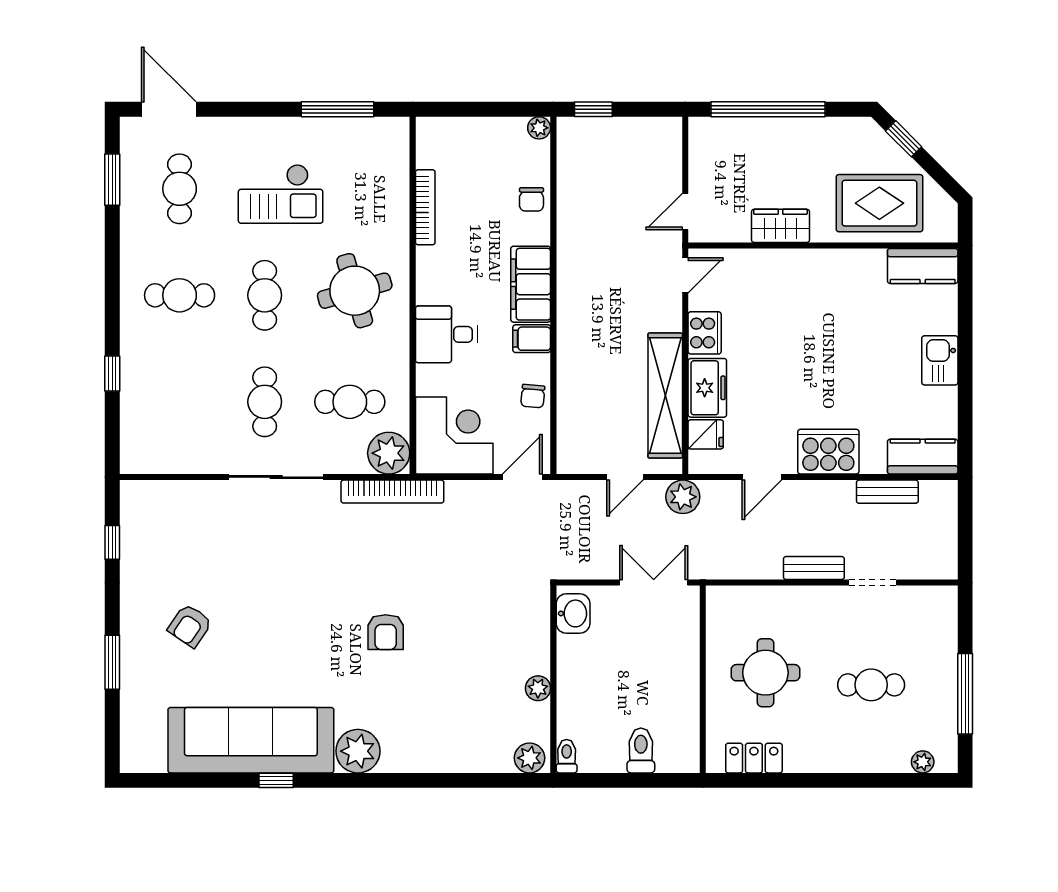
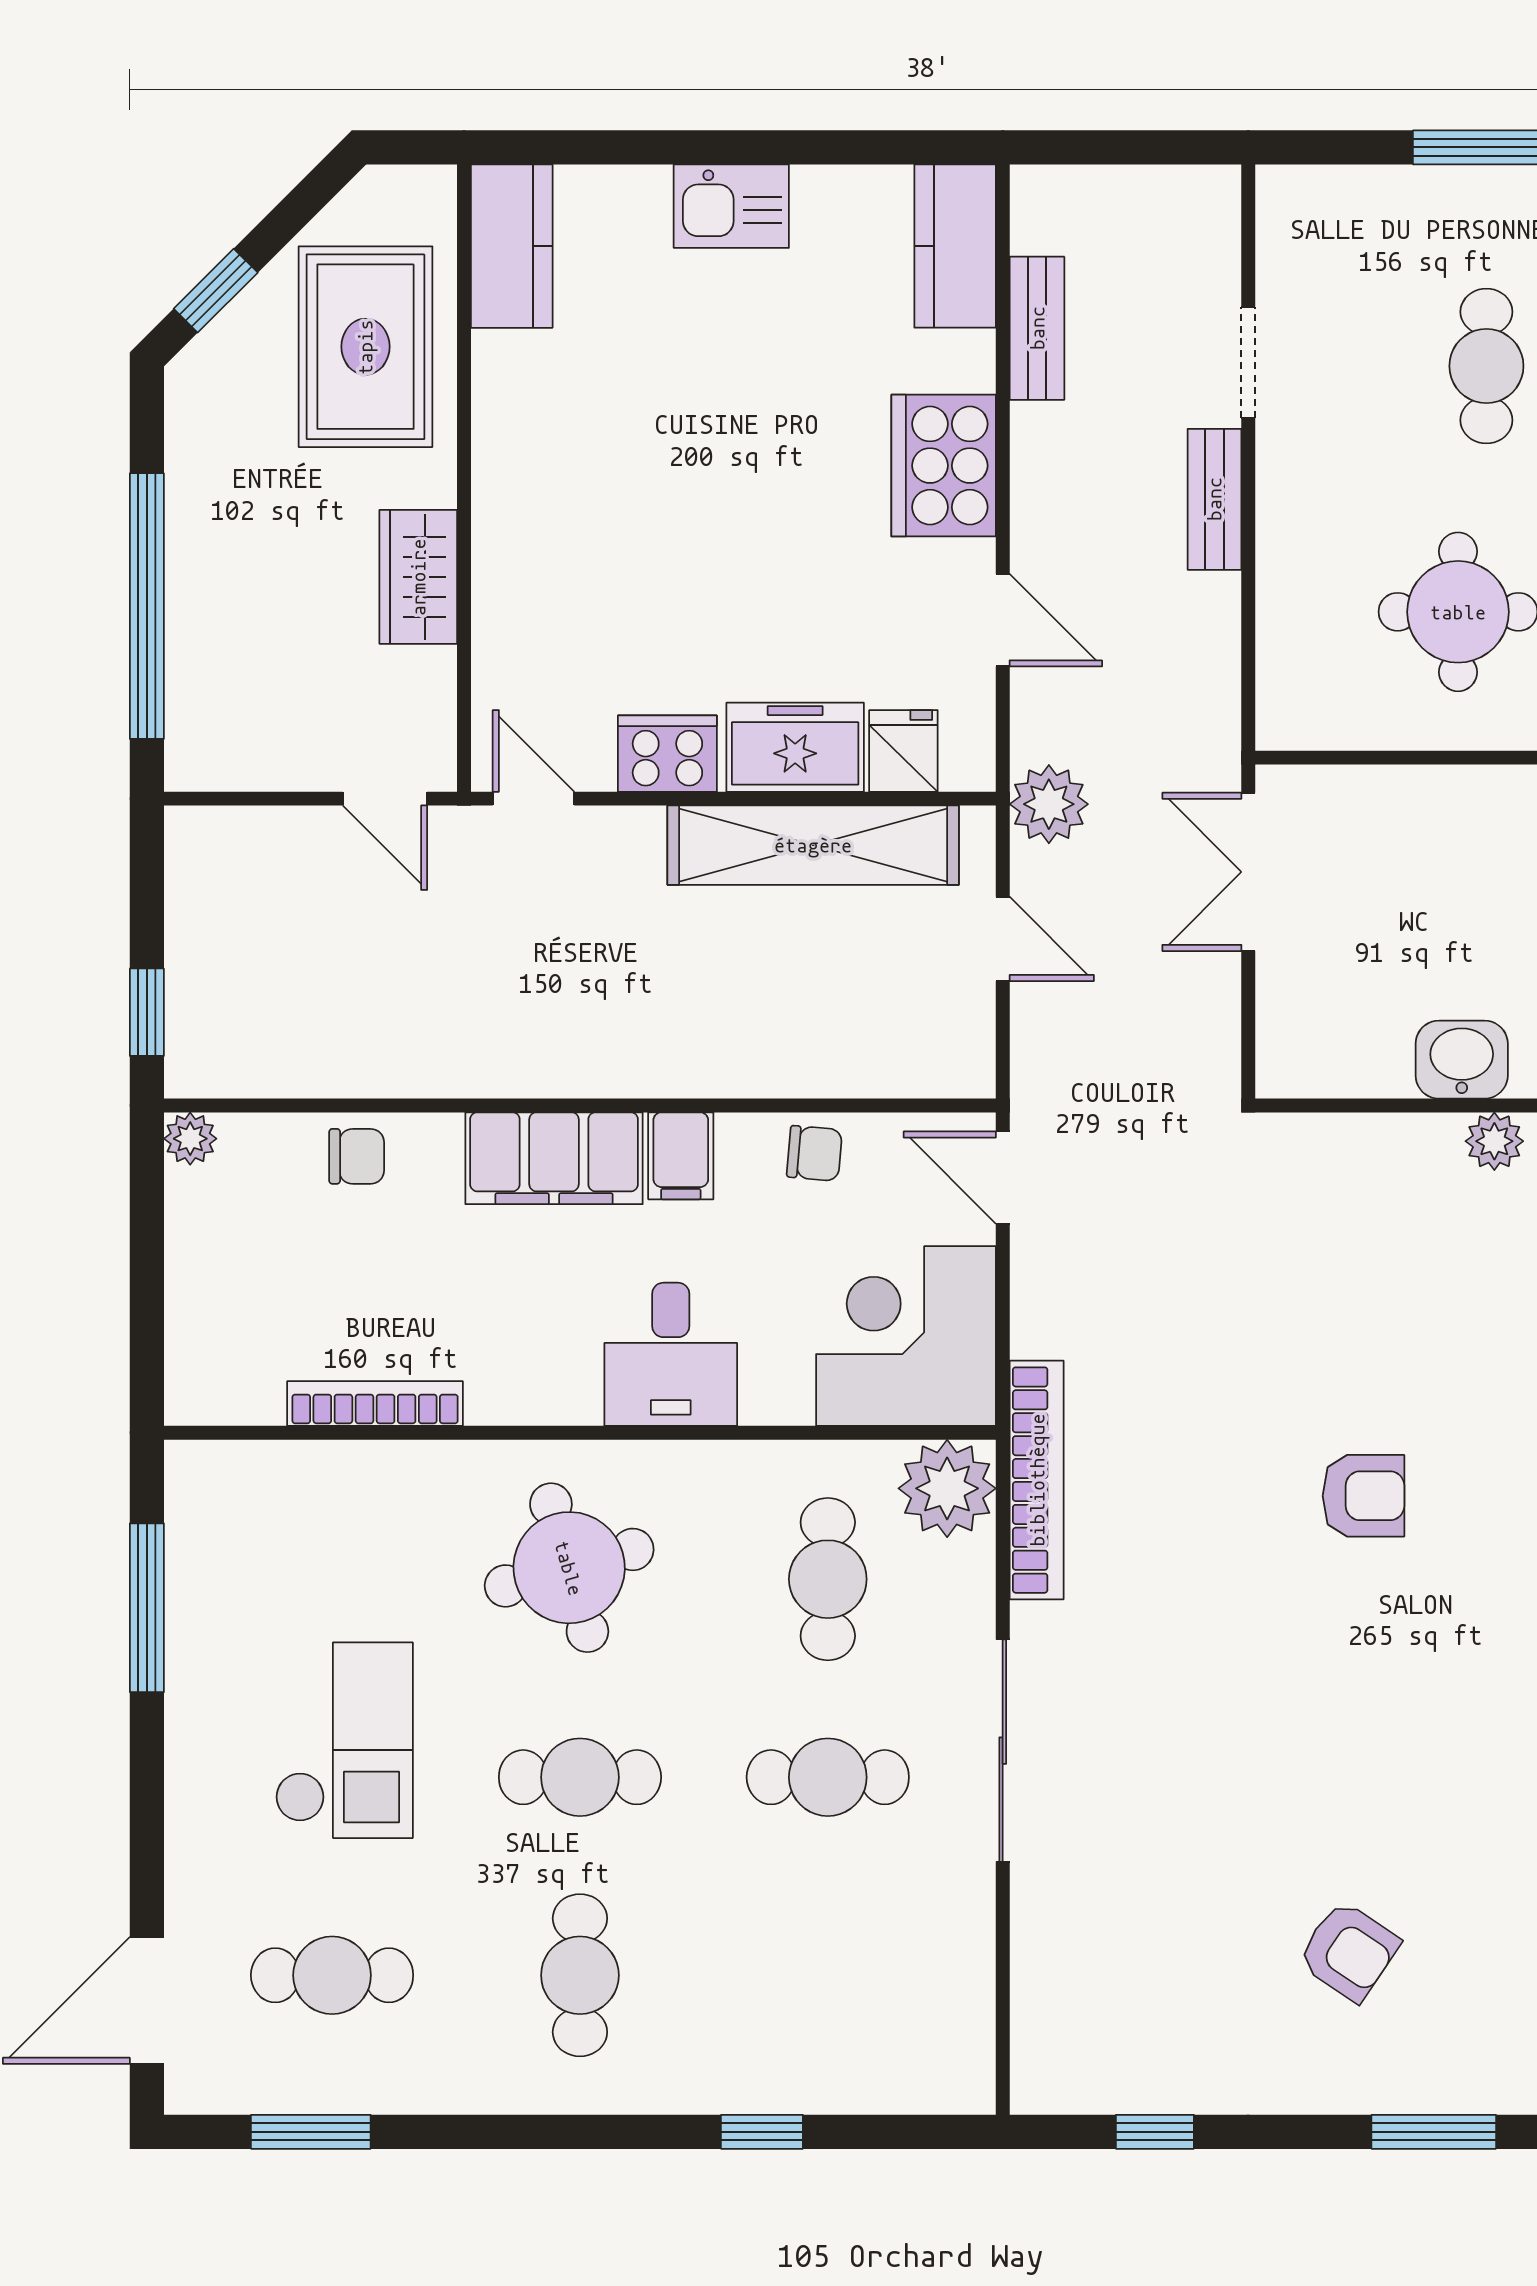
washbasin: (573, 613) -> (1462, 1060), moved

